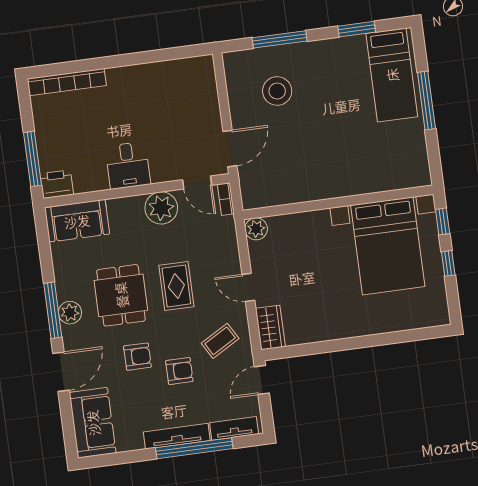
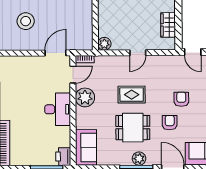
door: (230, 149) -> (56, 53), hinge flipped
desk: (128, 165) -> (58, 109), width x1.37
wardrobe: (270, 328) -> (168, 25), moved, turned -90
coffee table: (220, 341) -> (167, 73), removed

